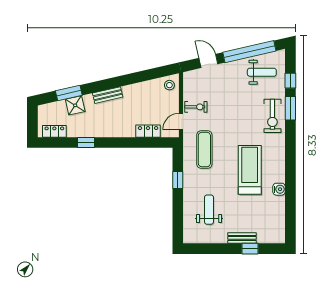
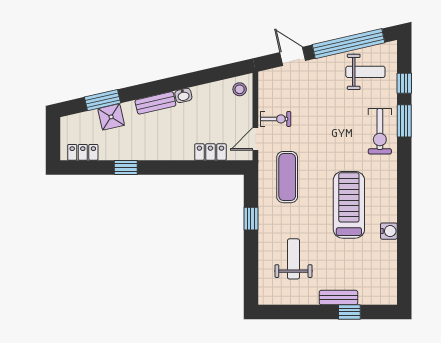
washbasin: (128, 90) -> (183, 95), added

